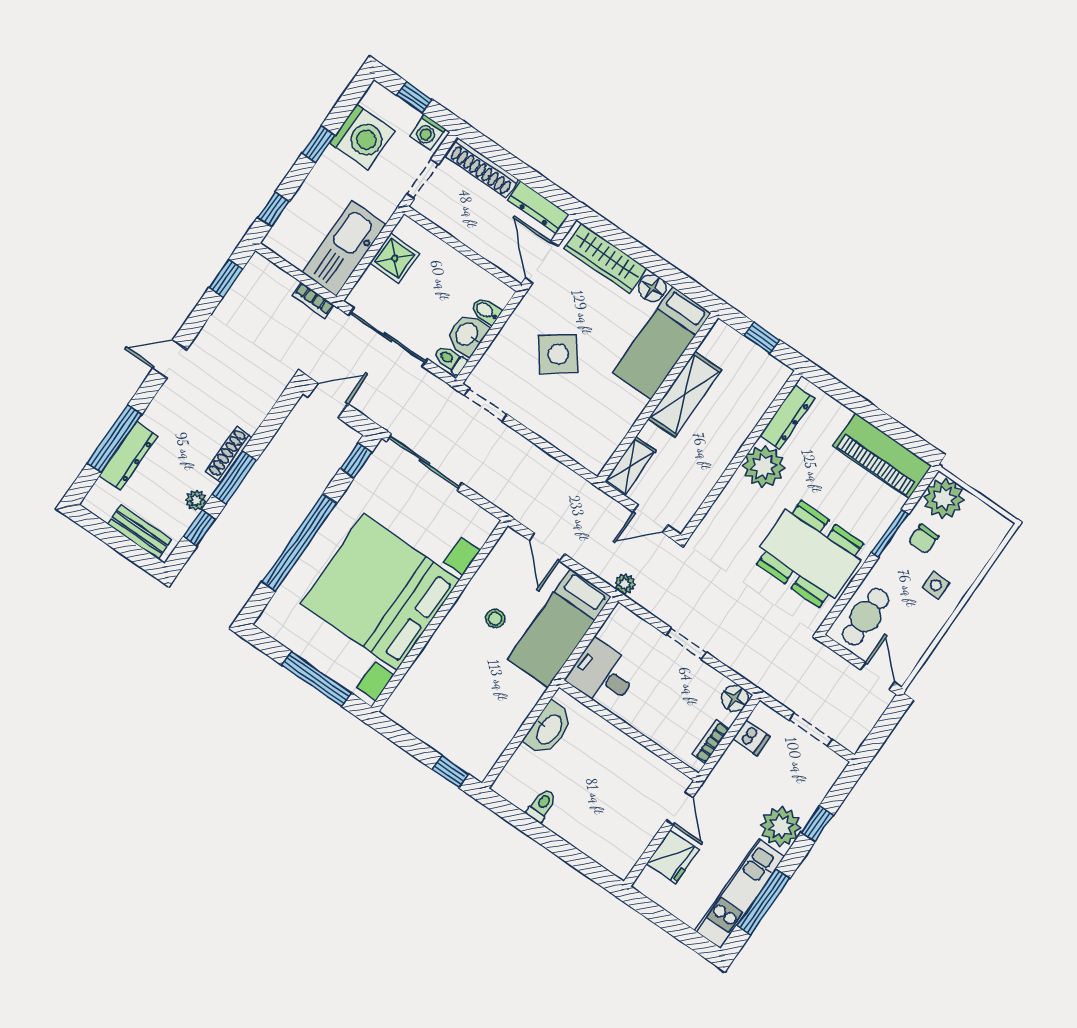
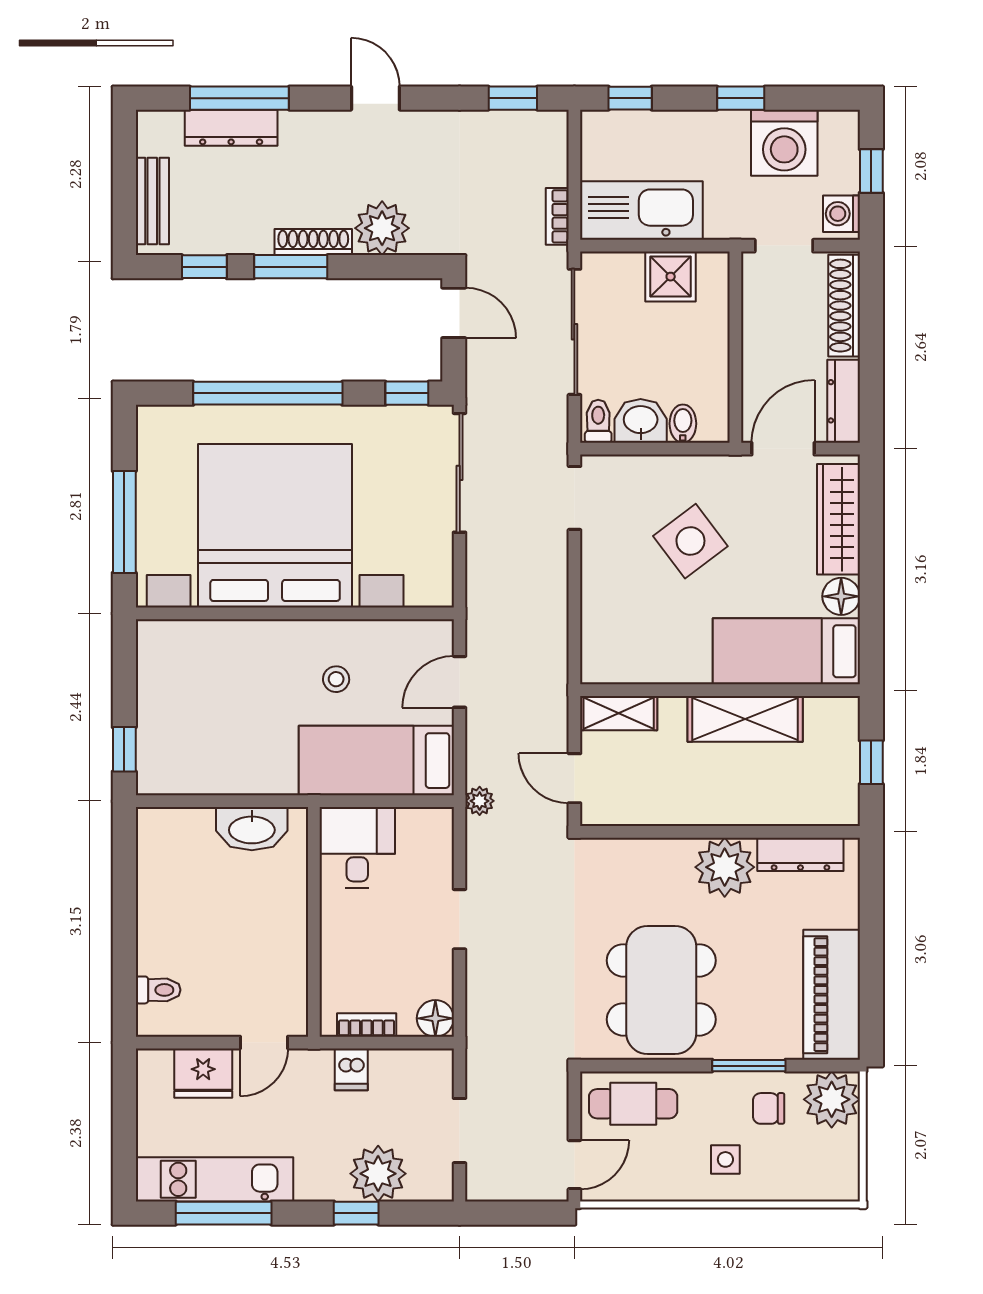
plant: (196, 500) -> (382, 228), moved, width x1.88, depth x1.88
dishwasher: (752, 738) -> (351, 1069), moved
toilet: (542, 805) -> (158, 990), moved
plant: (781, 827) -> (378, 1174), moved

